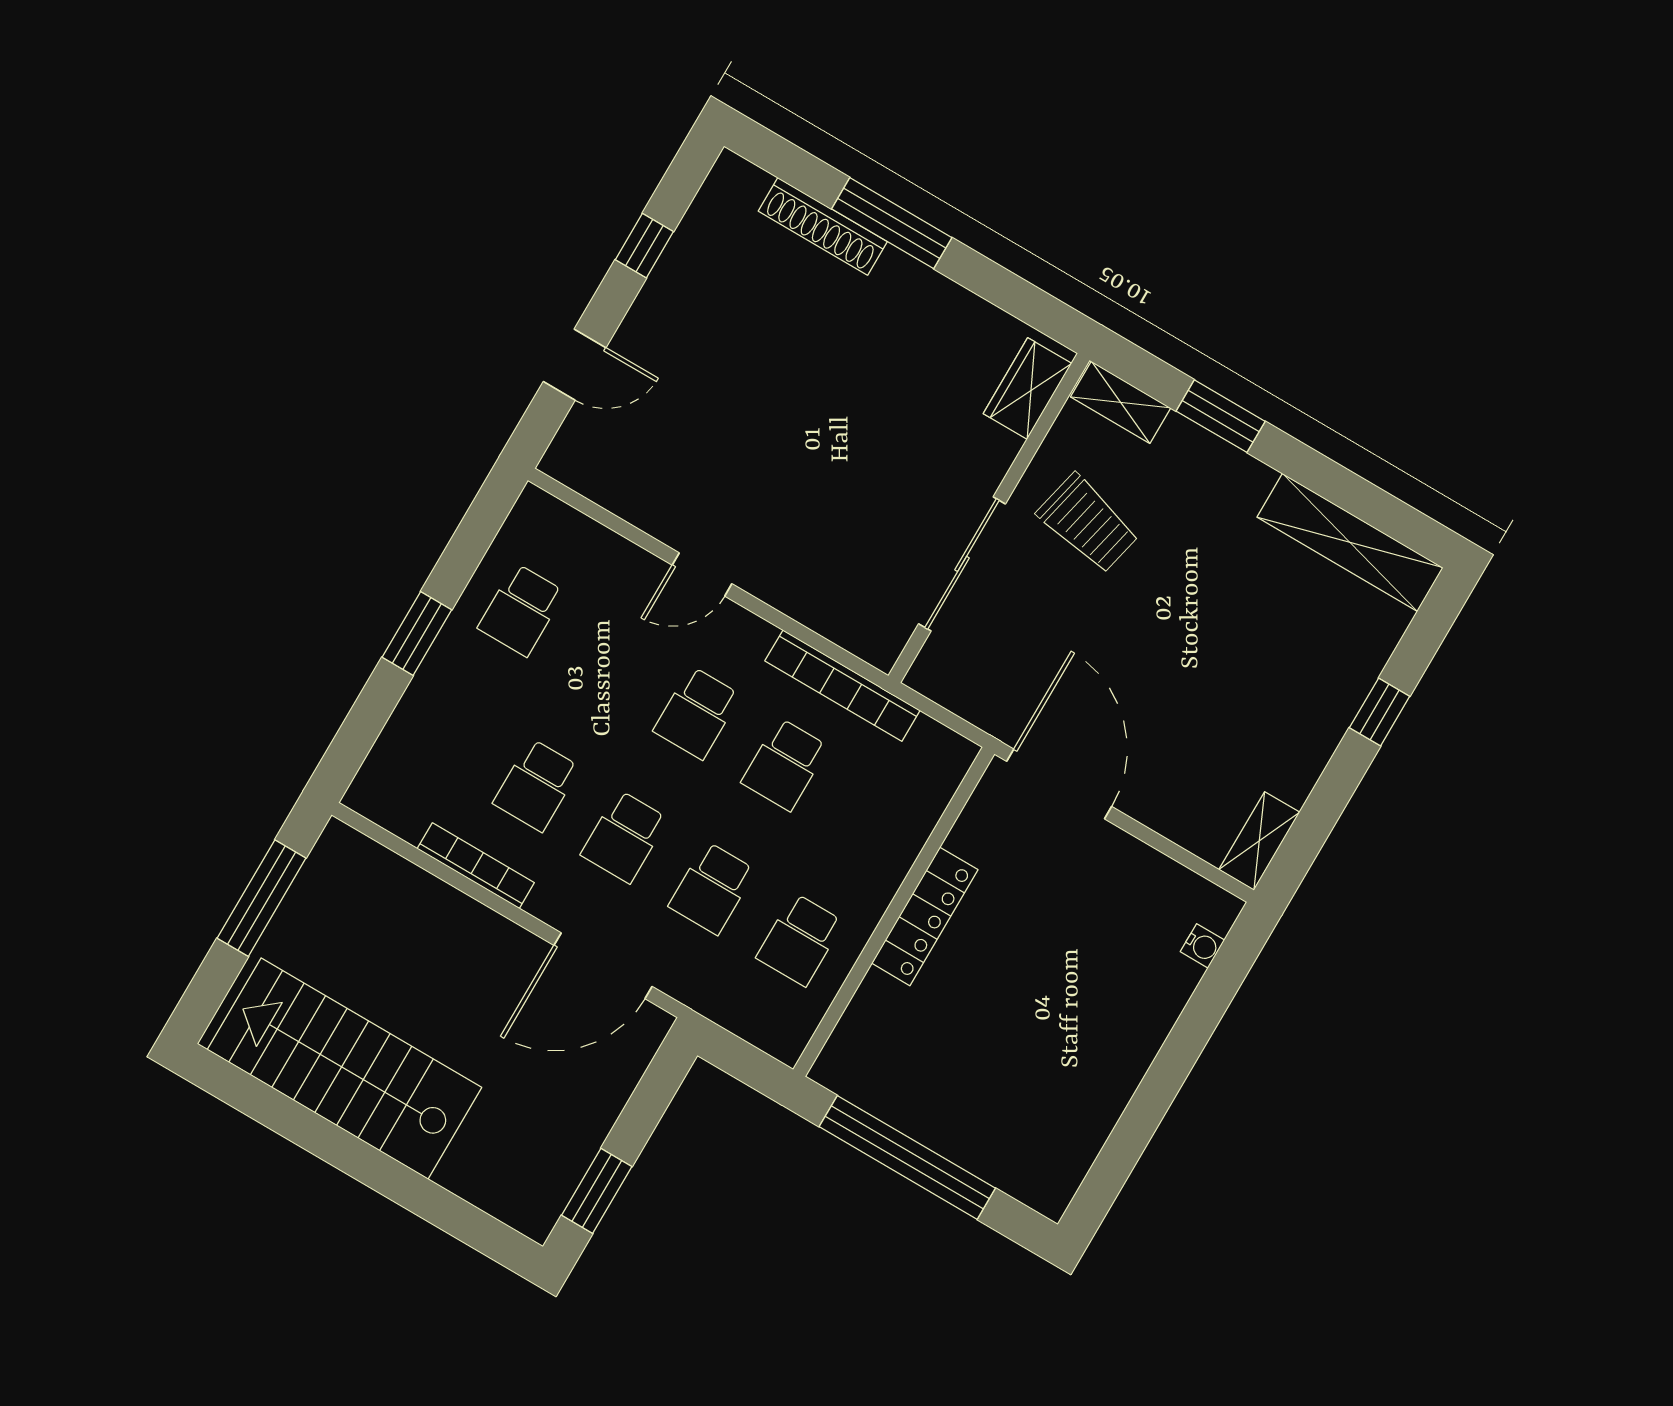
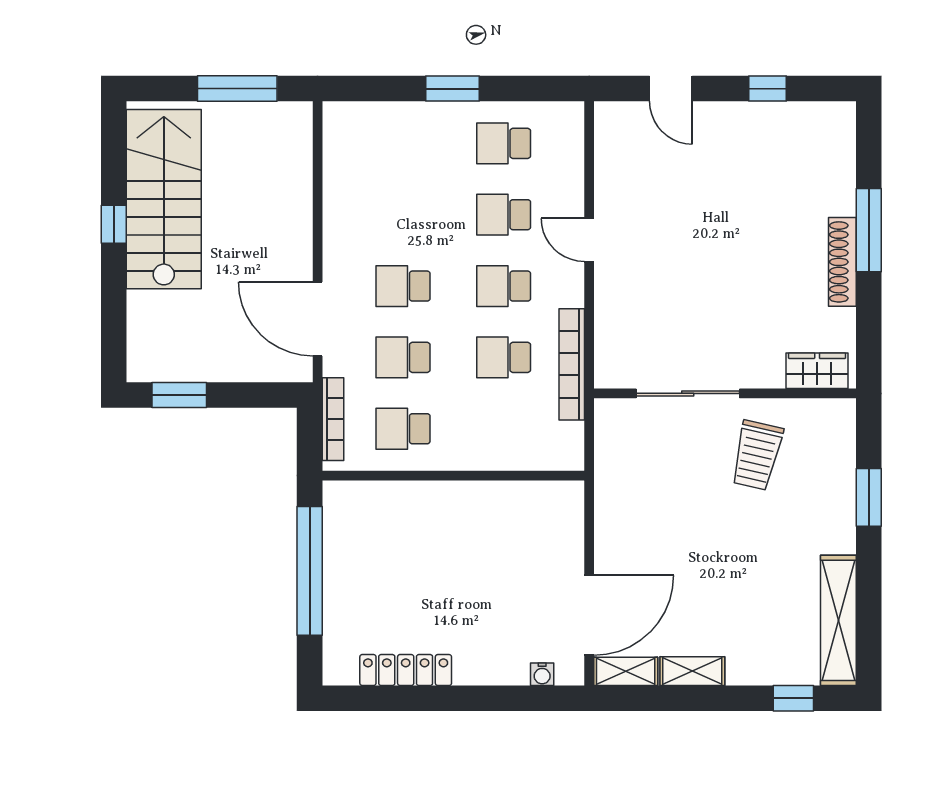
shoe rack: (823, 226) -> (842, 262), moved
shelving: (1121, 402) -> (692, 671), moved, turned 90
window: (1380, 712) -> (793, 698), moved
door: (1059, 784) -> (589, 615), moved
school desk: (536, 785) -> (504, 215), moved
bookcase: (476, 866) -> (333, 419), moved
locker: (925, 916) -> (406, 670), moved, turned 180
window: (339, 1148) -> (114, 224), added

